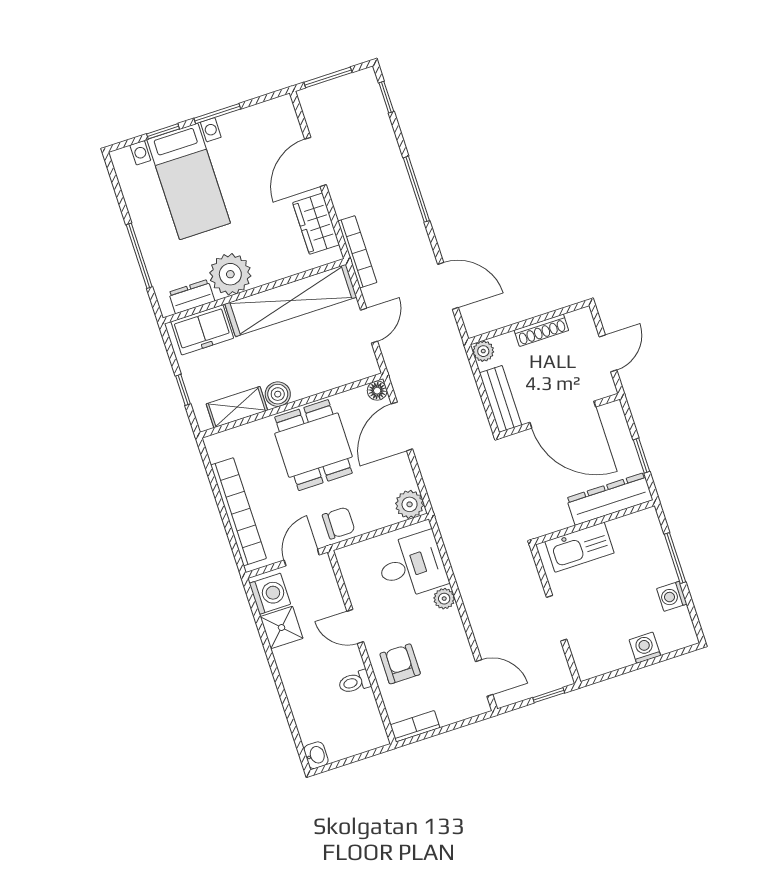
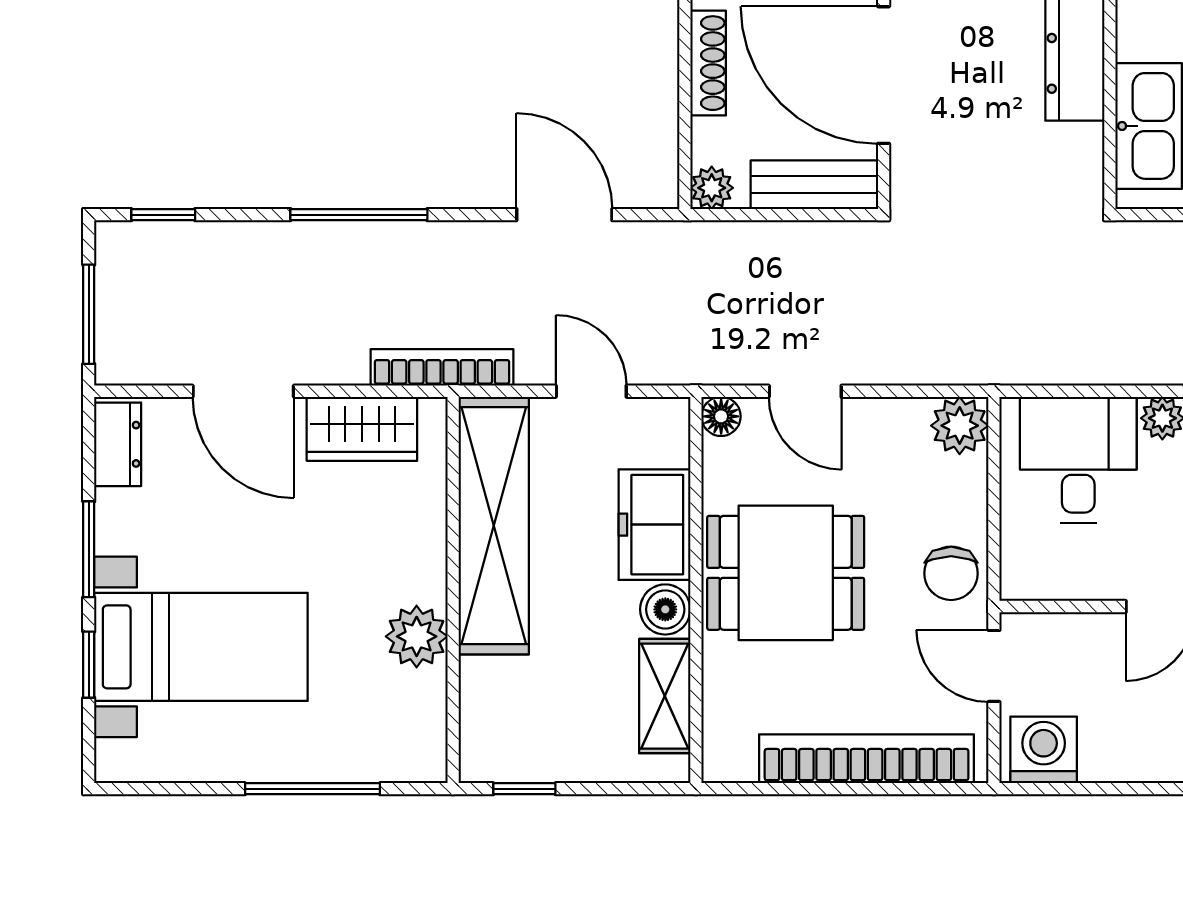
plant: (230, 274) -> (417, 636), width x0.73, depth x0.73
door: (448, 286) -> (564, 215), hinge flipped
dresser: (192, 297) -> (118, 444), moved, turned 180
freezer: (202, 330) -> (654, 525), moved, turned 180
window: (183, 390) -> (524, 789), moved
door: (563, 415) -> (884, 75), swing flipped
door: (402, 426) -> (805, 391), width x0.73
chair: (339, 523) -> (951, 573), turned 180
shower: (282, 628) -> (1116, 749), removed

